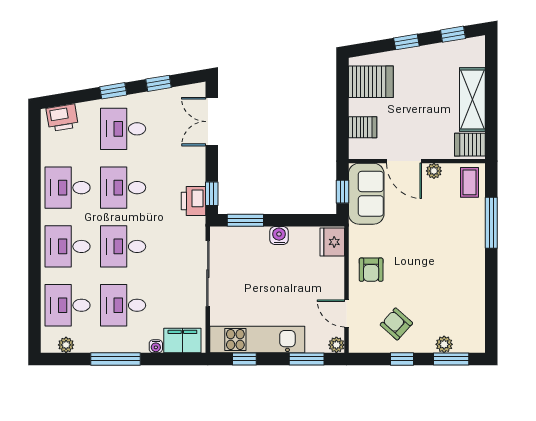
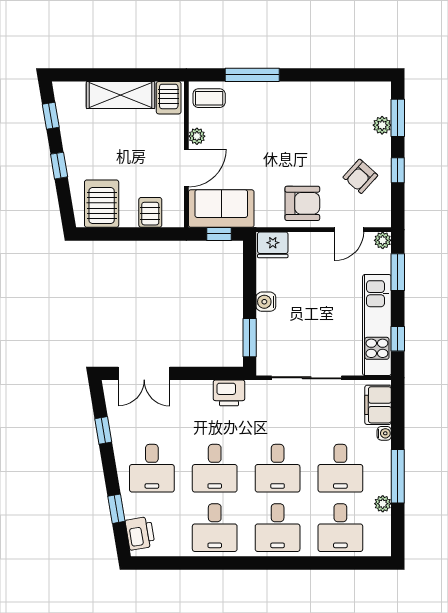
window: (113, 91) -> (116, 509), moved
window: (212, 194) -> (221, 373), removed
armchair: (371, 270) -> (302, 203), width x1.38, depth x1.38
plant: (66, 345) -> (383, 504), moved

